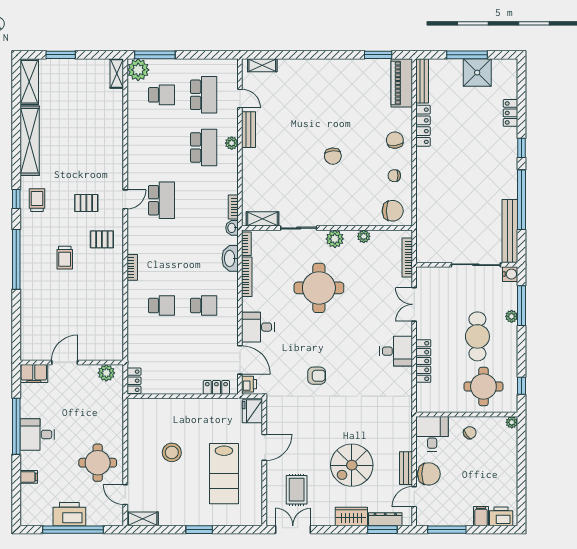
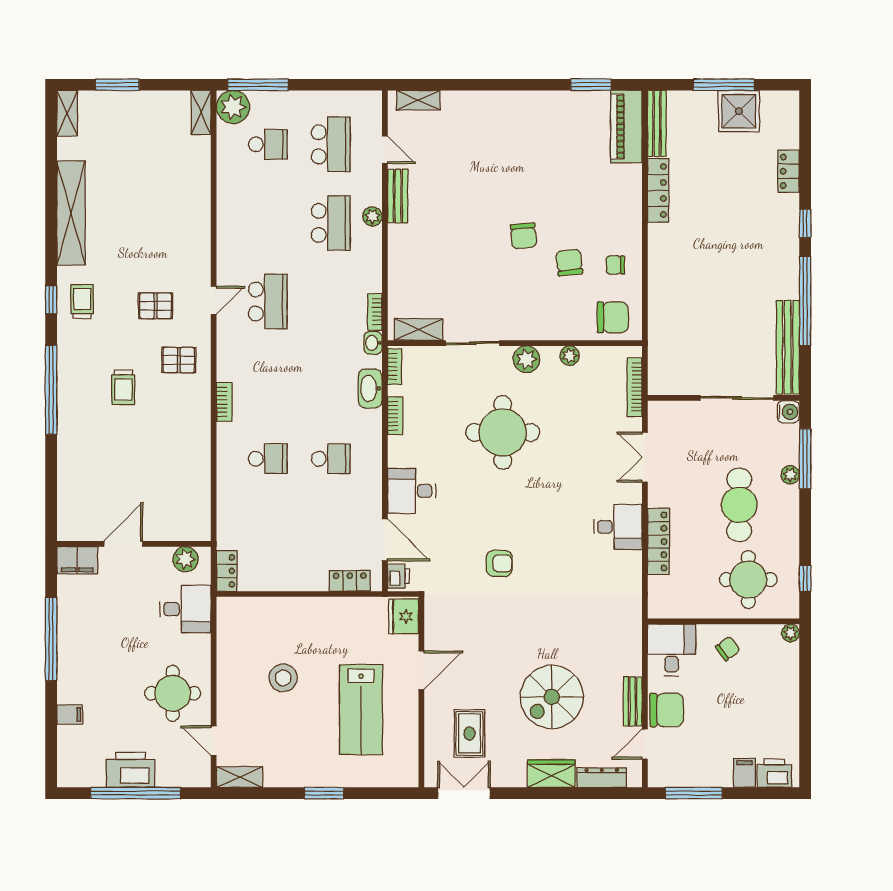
shelving: (29, 82) -> (67, 113), width x0.67, depth x0.75
chair: (395, 140) -> (569, 263), moved
bookcase: (247, 277) -> (395, 416), width x0.64
desk: (37, 434) -> (185, 609), moved, turned 180
window: (382, 530) -> (597, 793), removed

